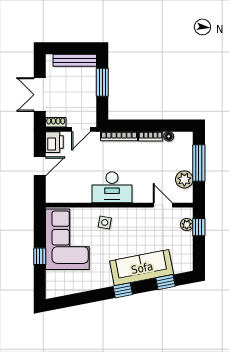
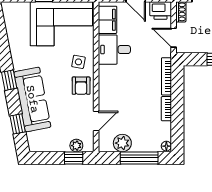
floor lamp: (169, 136) -> (166, 146), moved
desk: (112, 187) -> (114, 50), moved, width x0.73
filing cabinet: (64, 194) -> (108, 20), added
armchair: (128, 220) -> (81, 86), added

